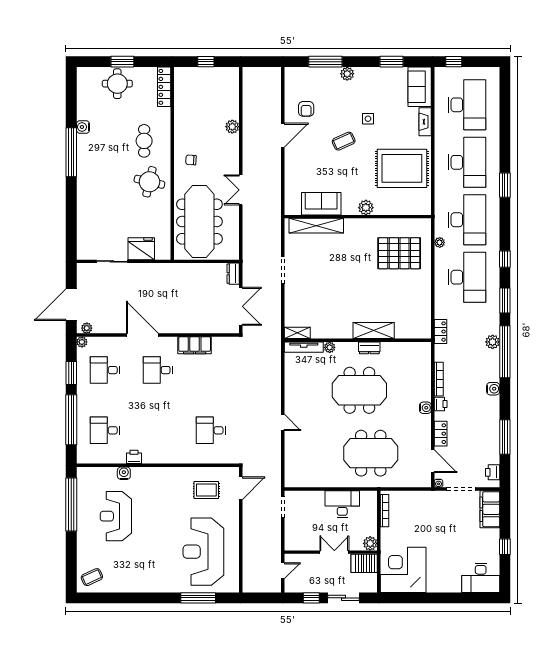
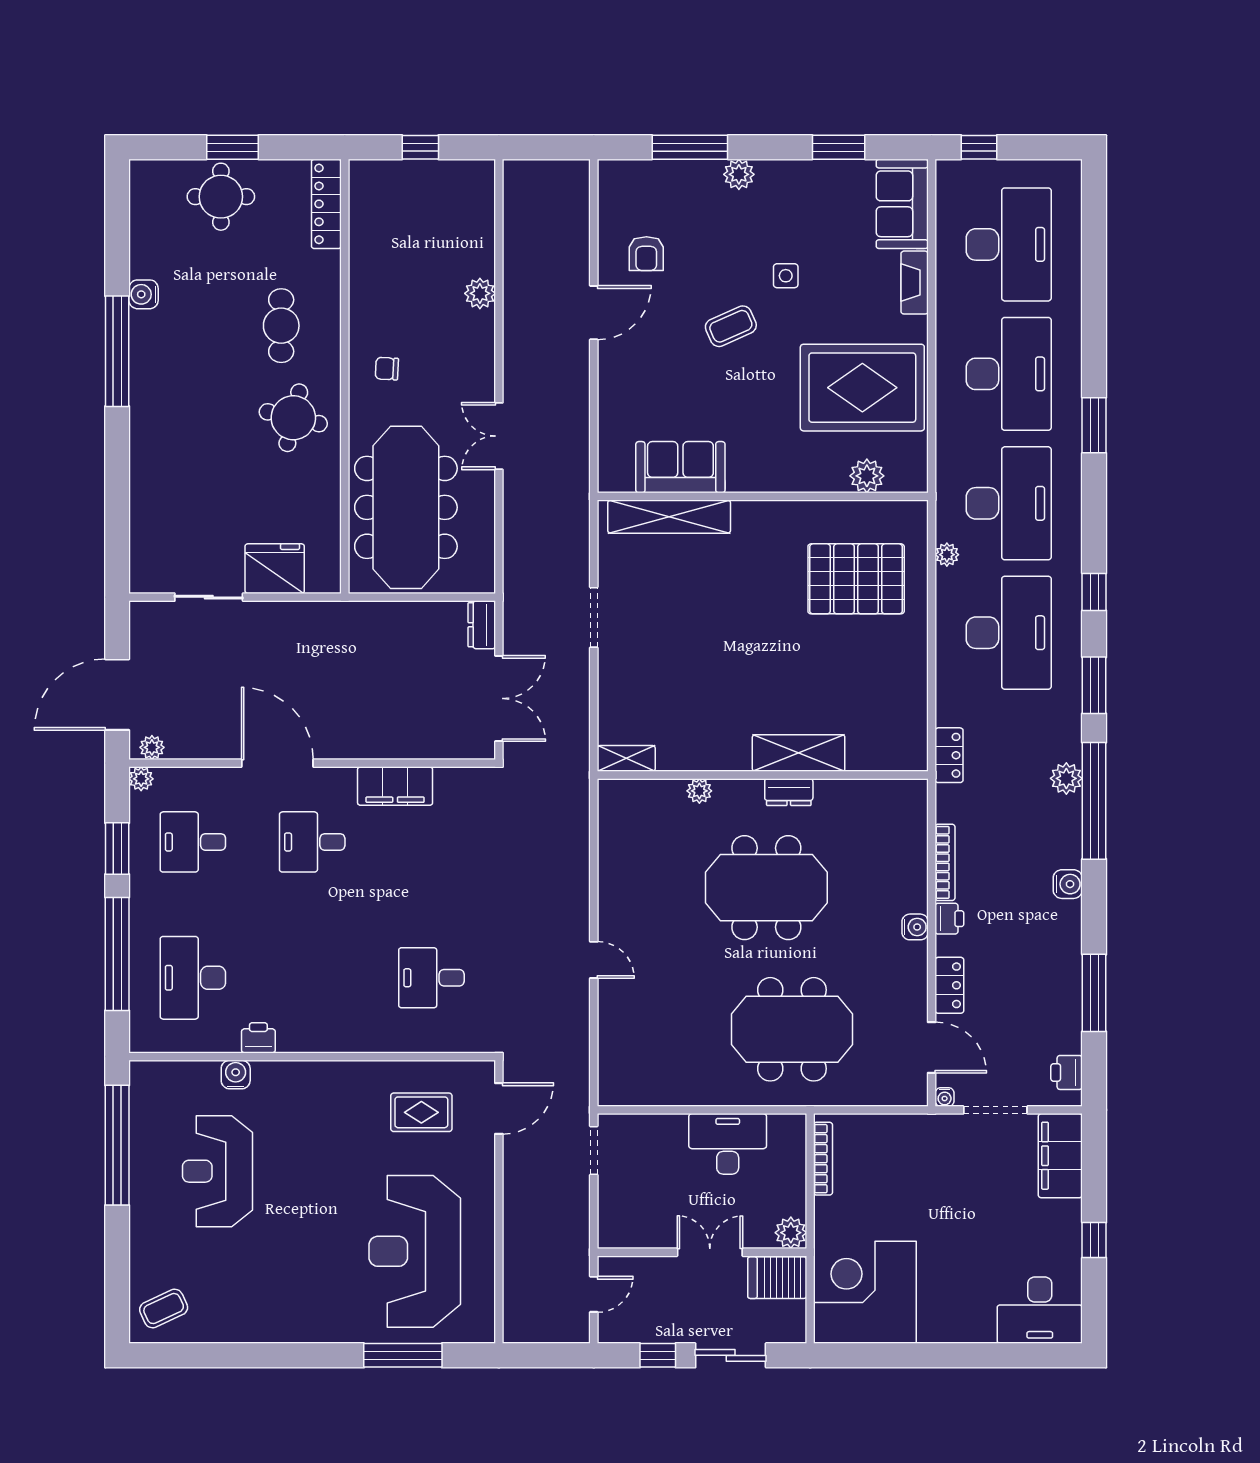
plant: (366, 208) -> (867, 476), moved
tv unit: (304, 347) -> (641, 790), removed
desk: (105, 430) -> (193, 978), width x1.37

